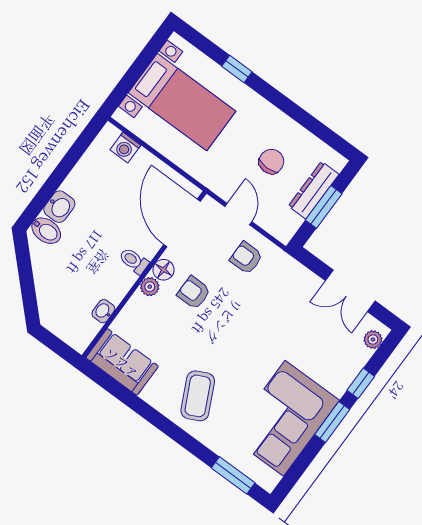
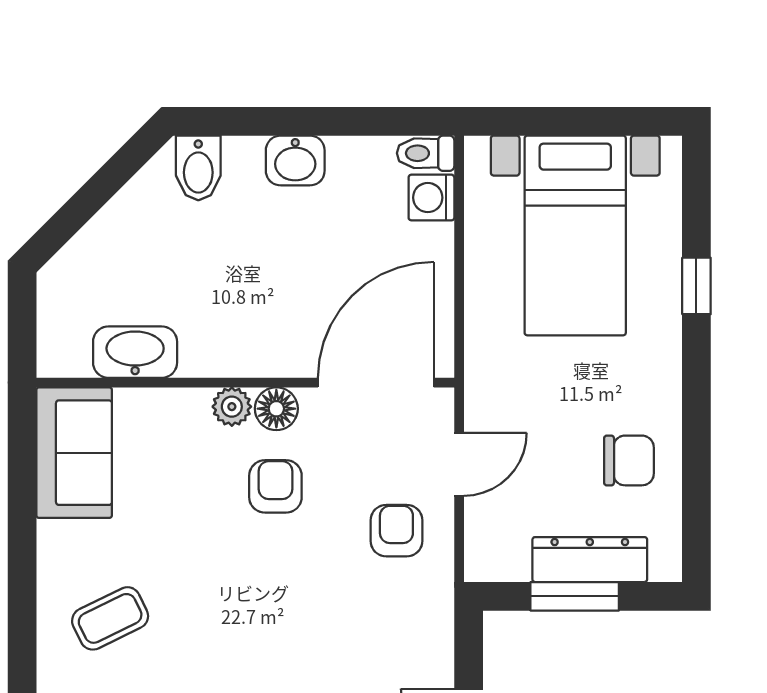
chair: (271, 162) -> (629, 460), moved
washbasin: (59, 207) -> (295, 161), moved
toilet: (134, 261) -> (426, 153), moved, turned -90
washbasin: (103, 311) -> (135, 352), width x1.91, depth x1.45
coffee table: (198, 396) -> (110, 618), width x0.73, depth x0.77

